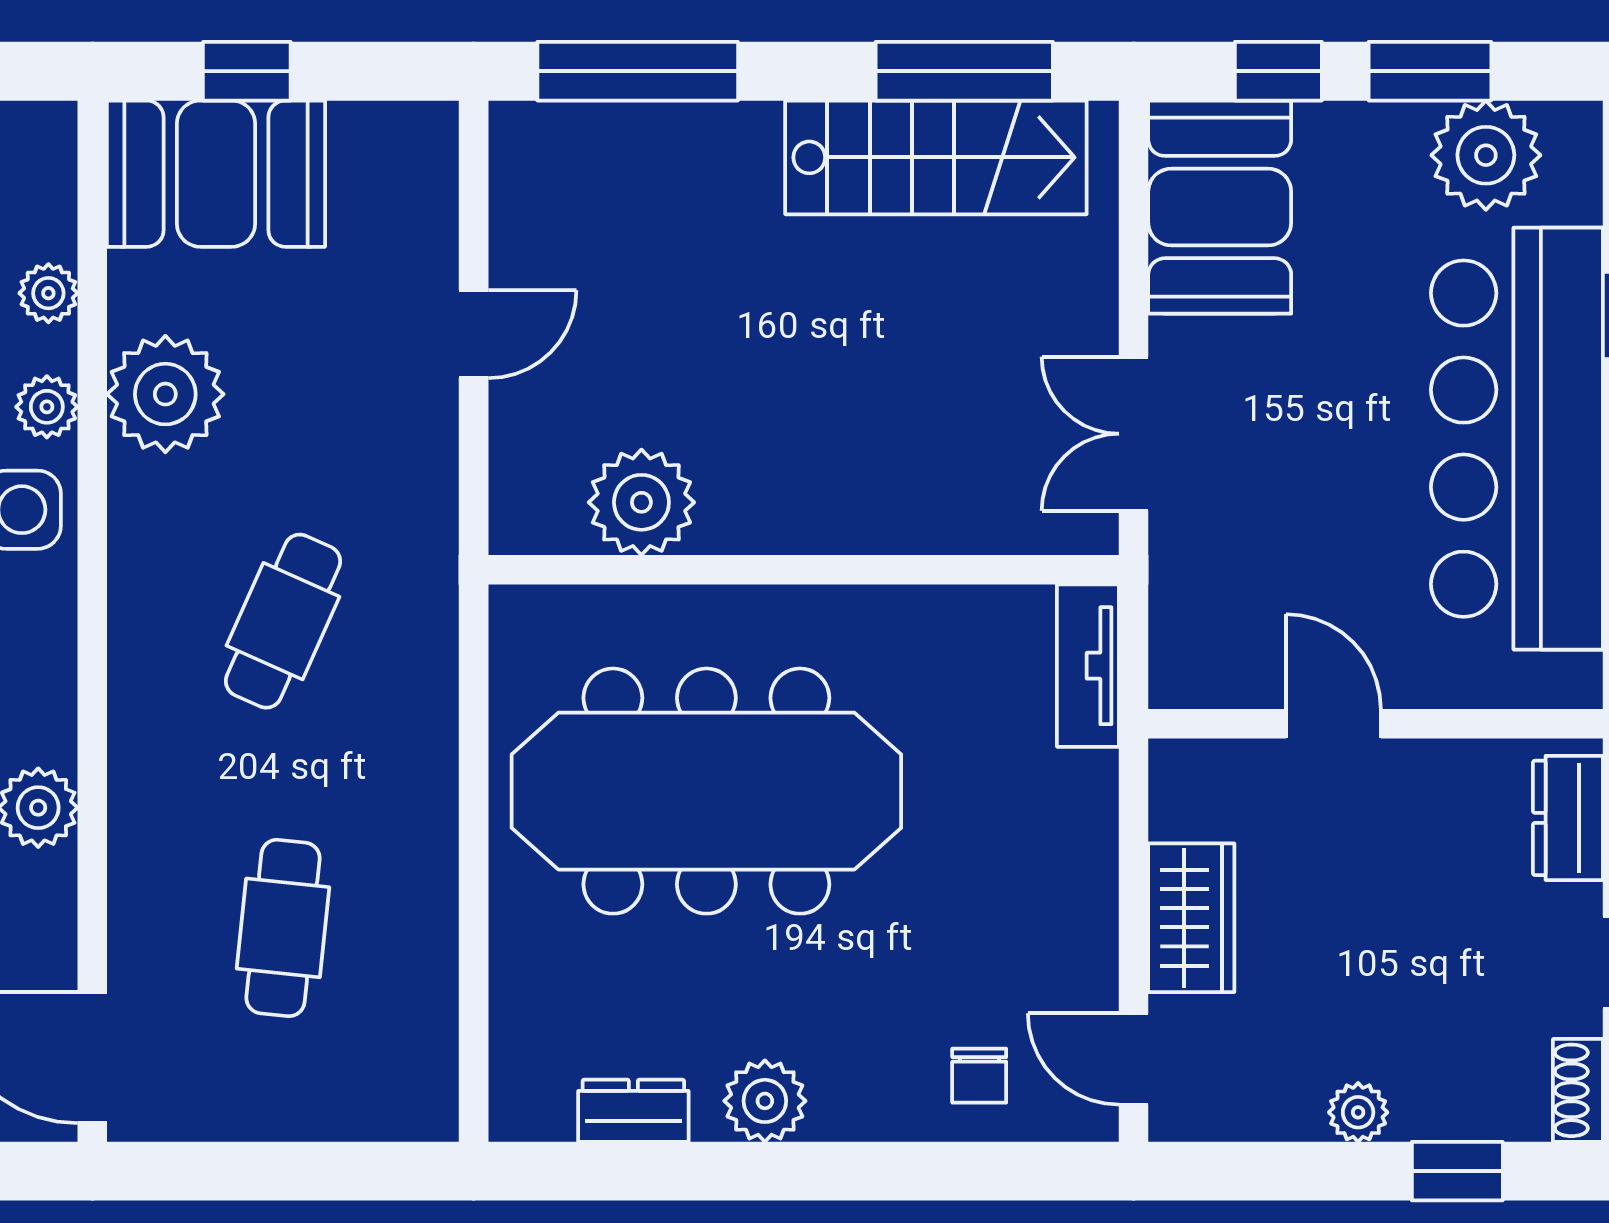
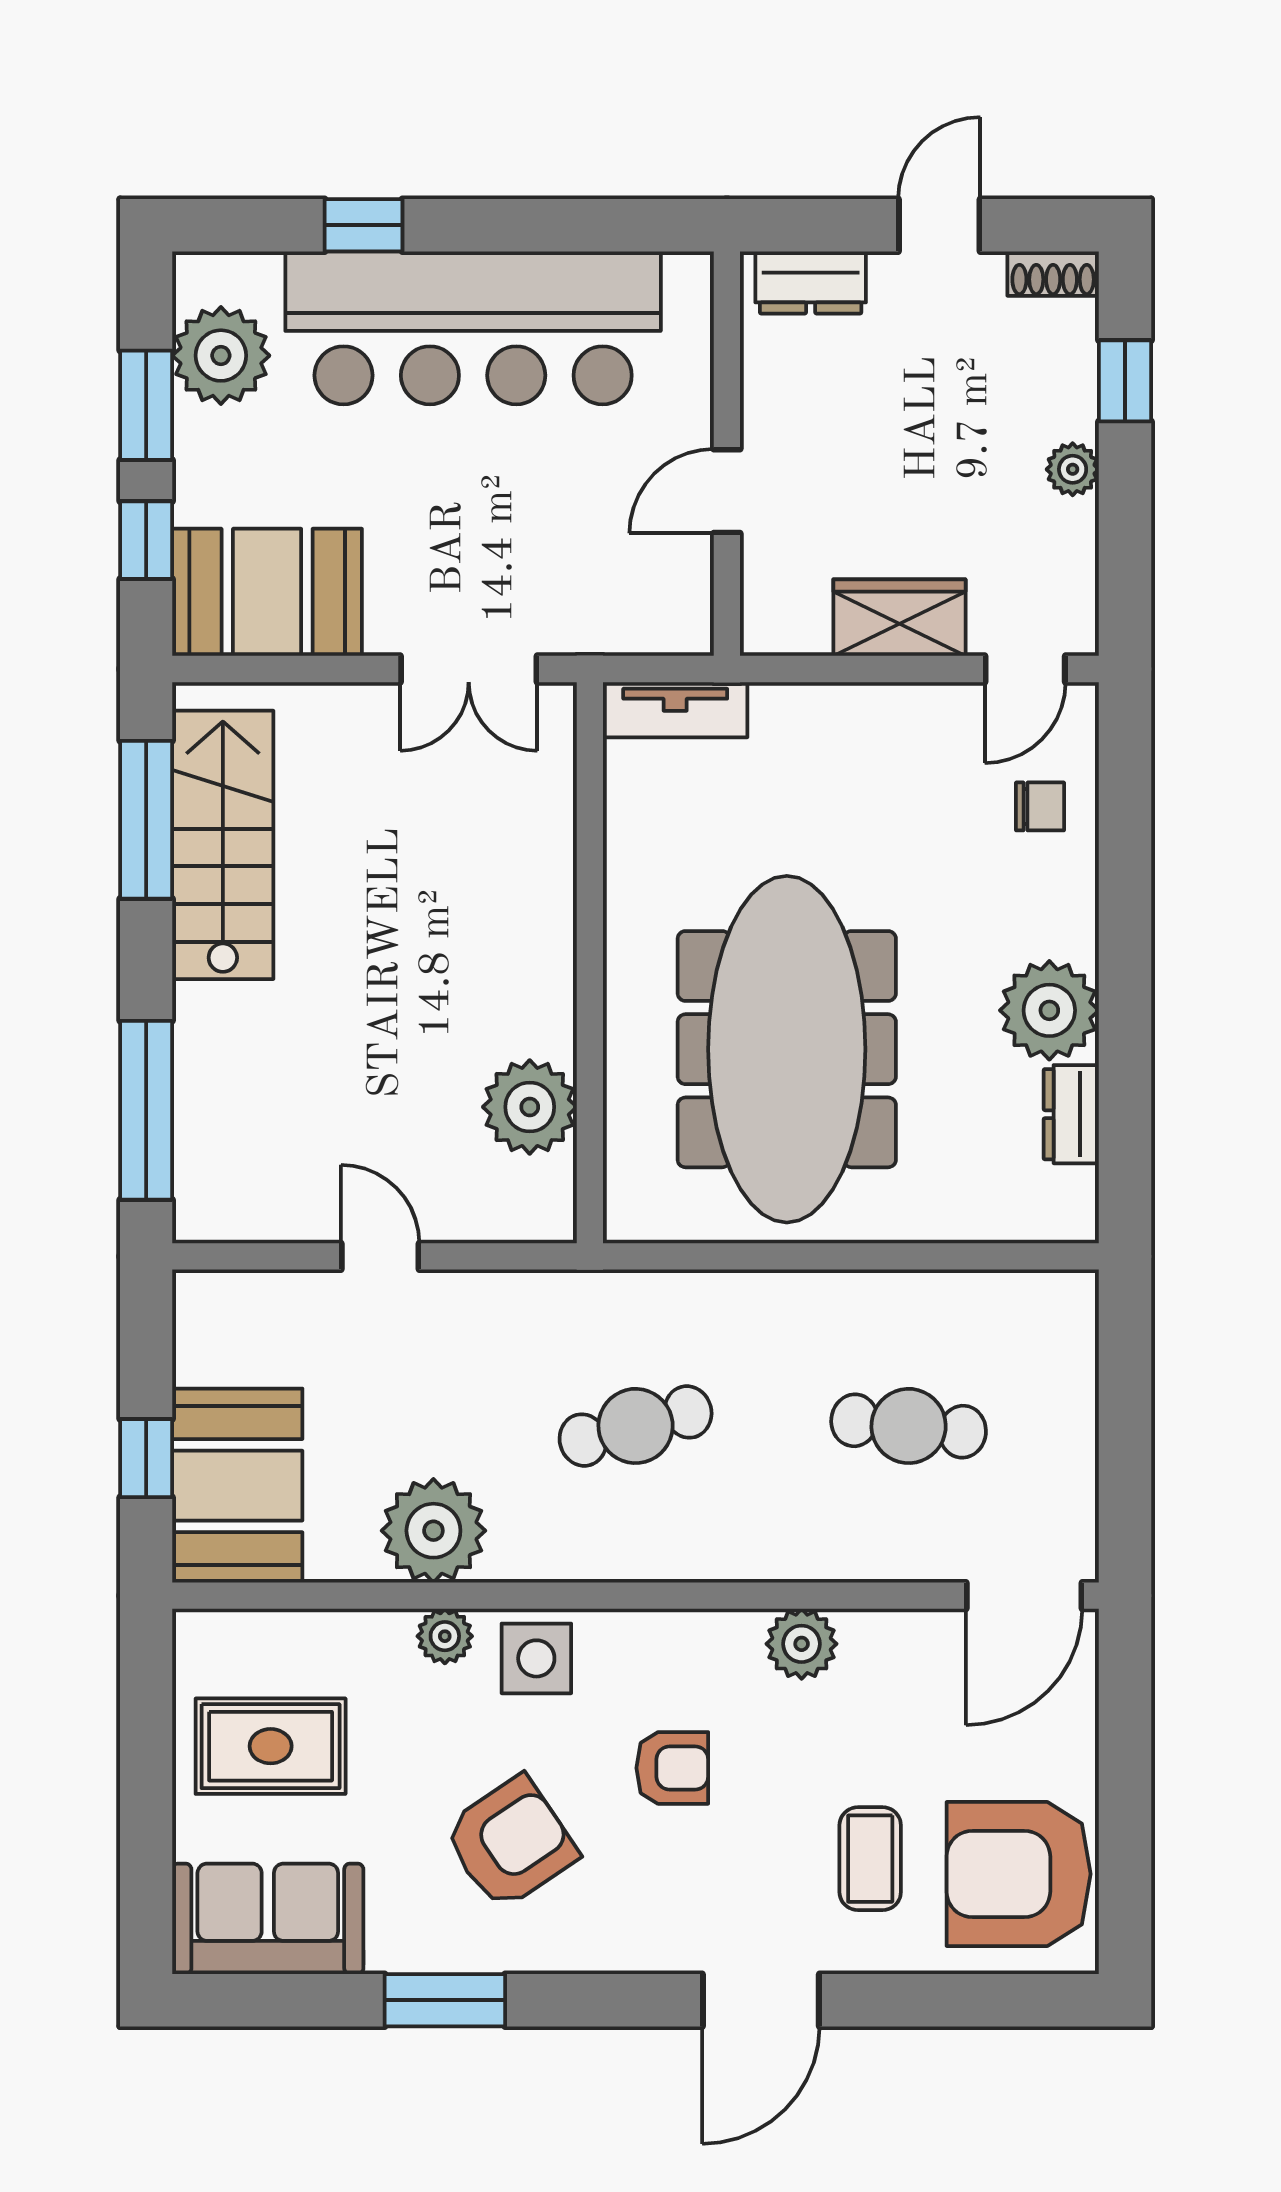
plant: (48, 293) -> (344, 1635), removed
cafe table: (283, 621) -> (636, 1426), turned -39
plant: (765, 1101) -> (1049, 1010), width x1.36, depth x1.36

